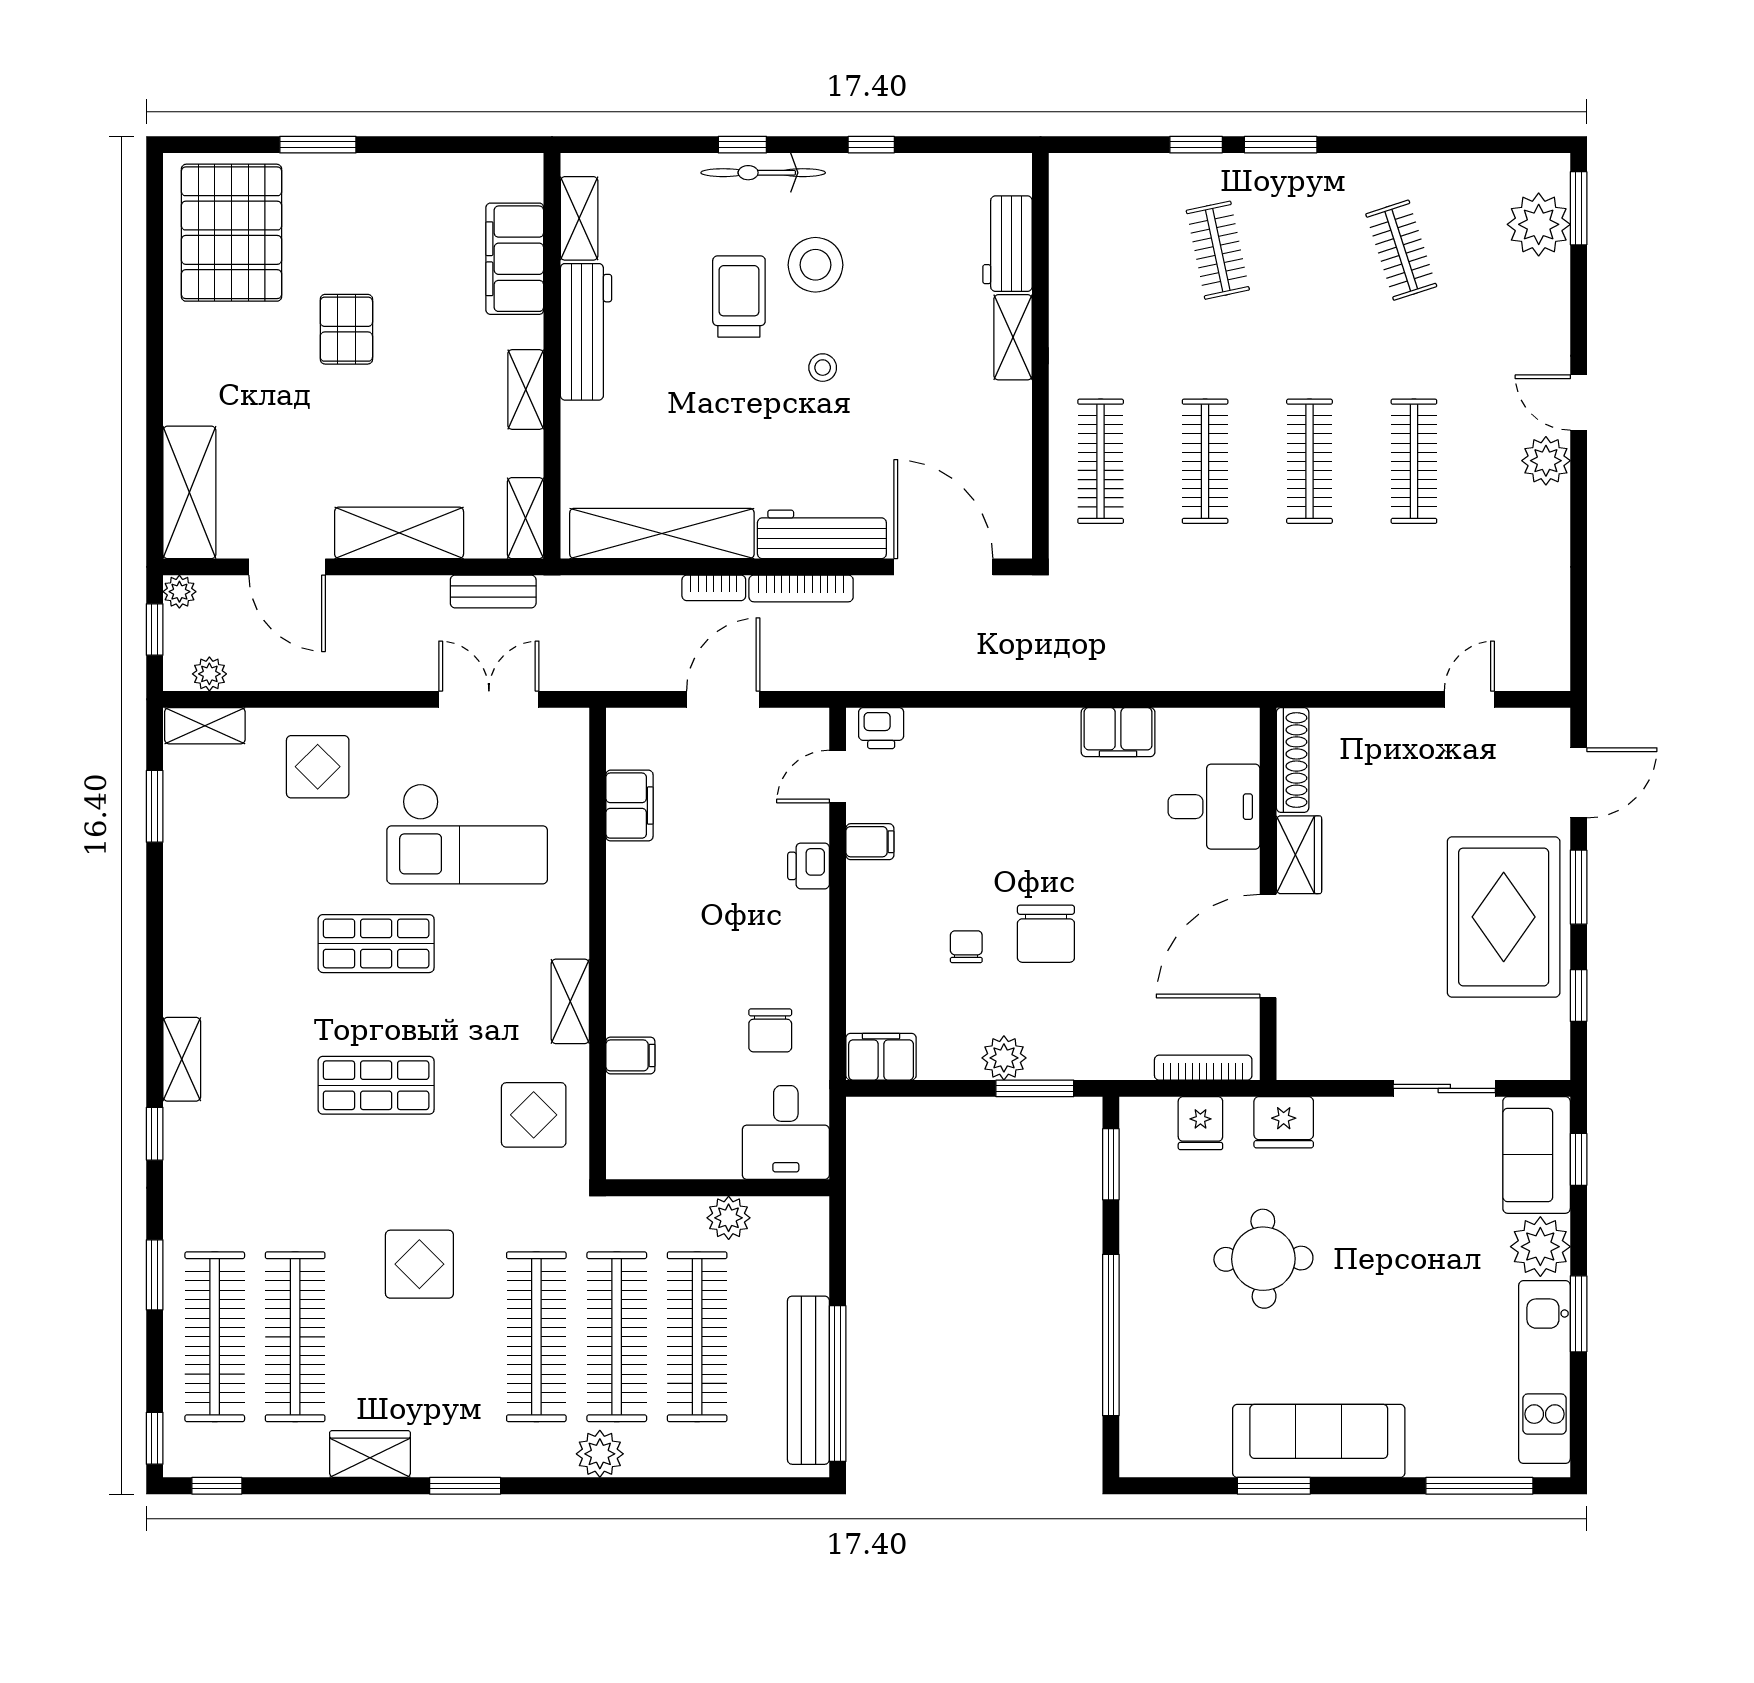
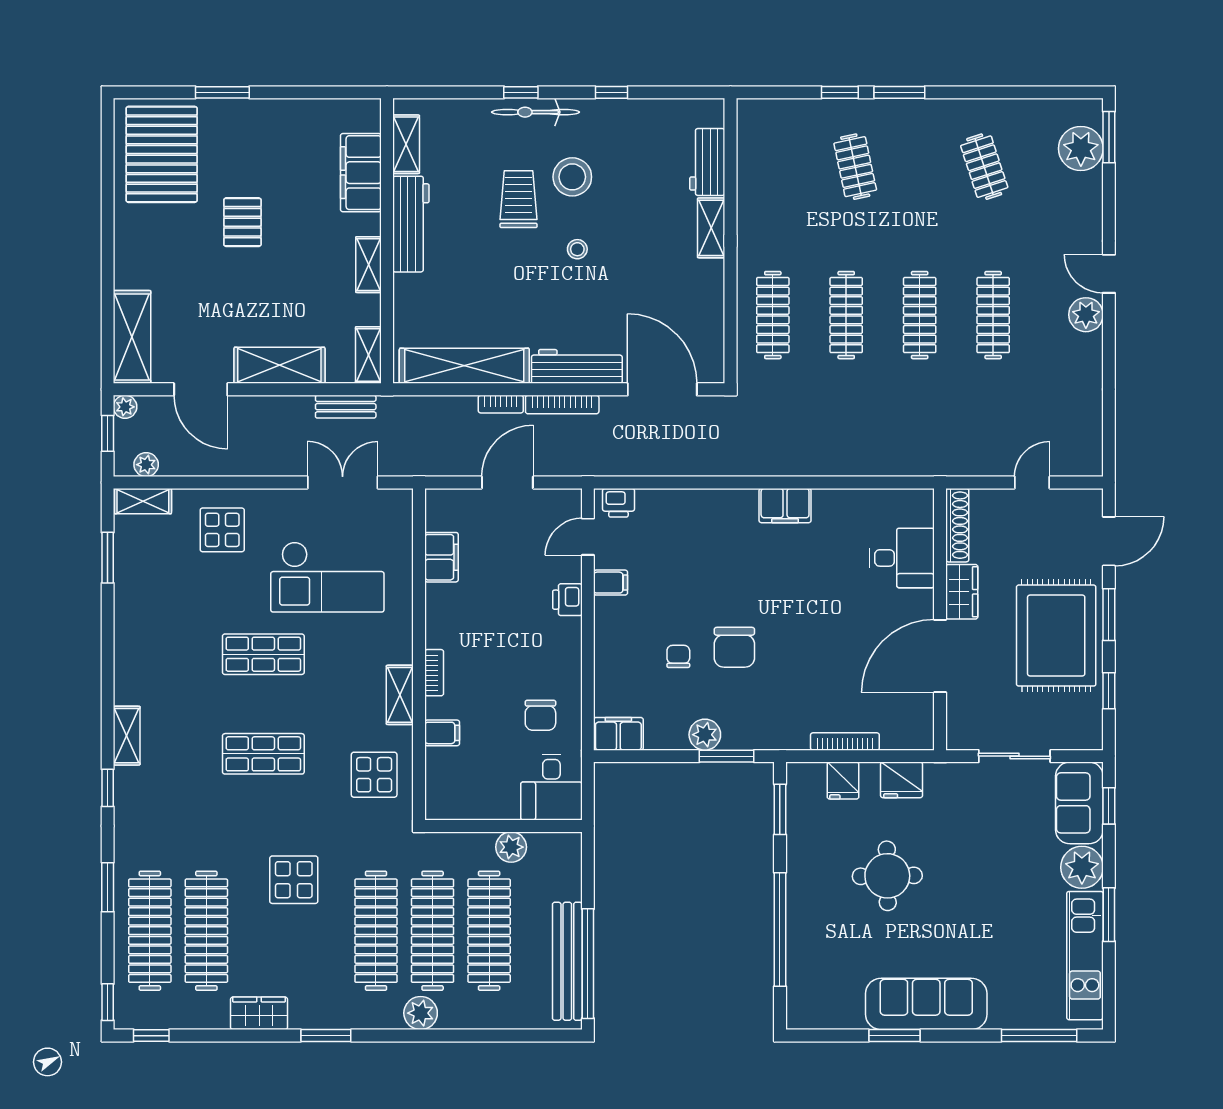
shoe rack: (1293, 760) -> (957, 525), moved
desk: (1214, 807) -> (902, 558), moved
wardrobe: (1299, 855) -> (962, 592), moved
wall: (1268, 894) -> (940, 619), moved
door: (1268, 946) -> (940, 656), moved
bookcase: (619, 970) -> (434, 673), added

